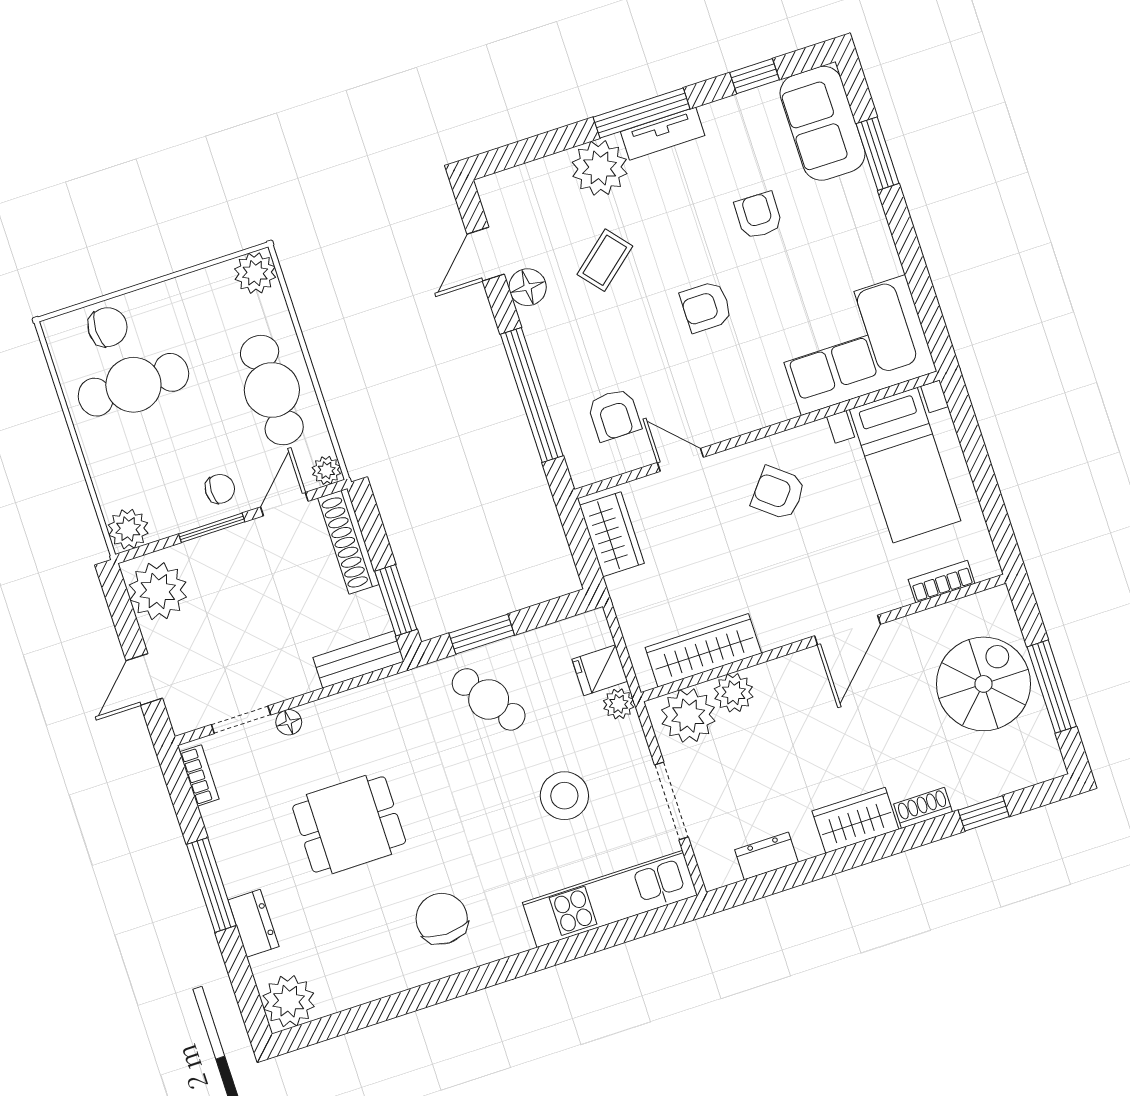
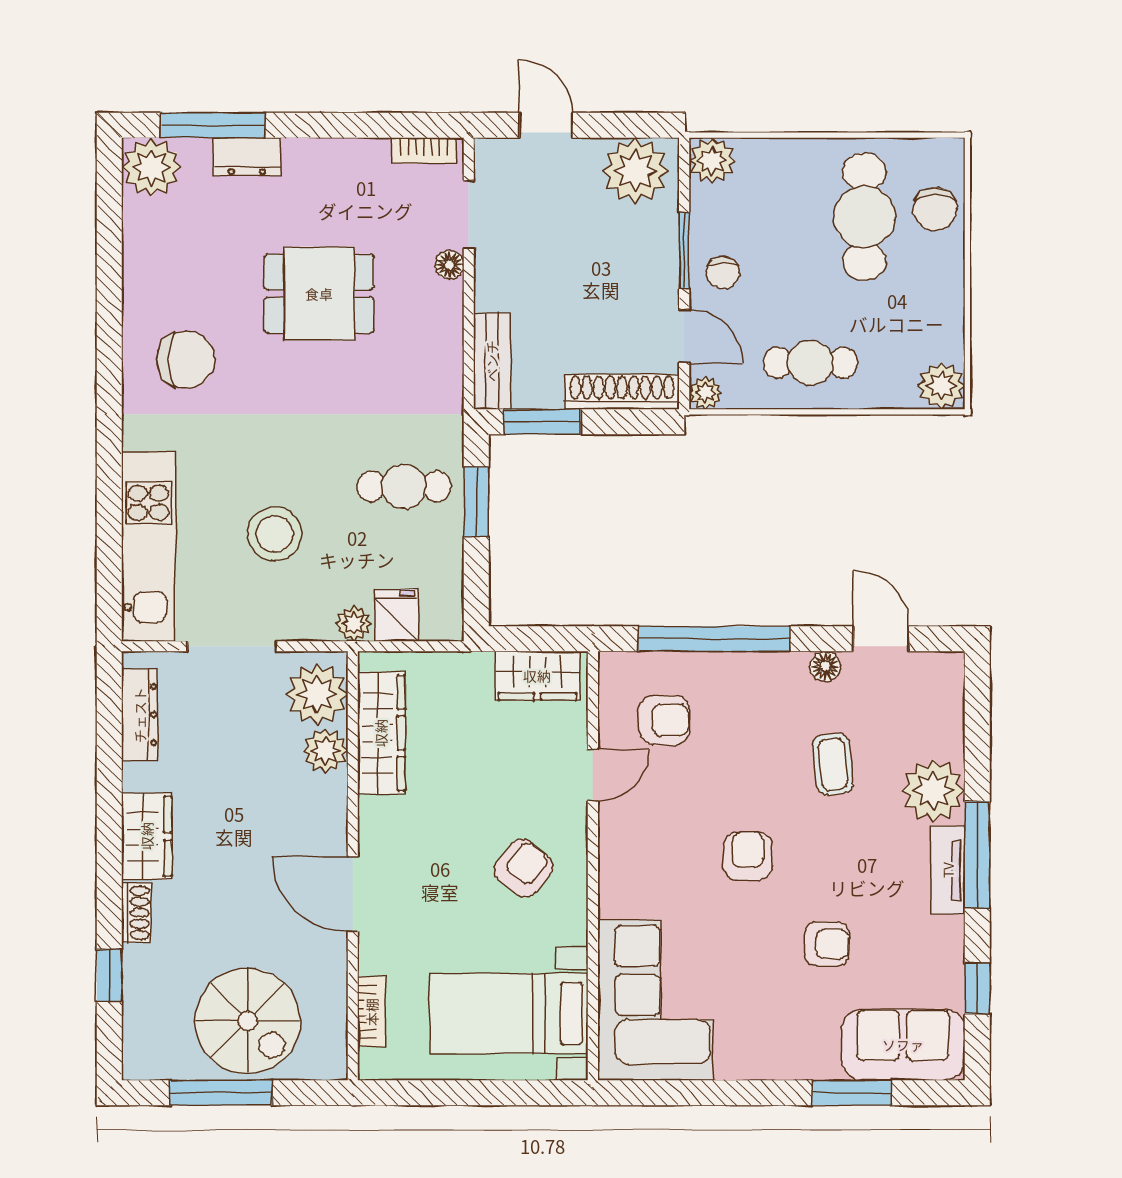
coffee table: (605, 260) -> (833, 764), turned 34
floor lamp: (528, 287) -> (825, 666), width x0.73, depth x0.73
cafe table: (272, 390) -> (810, 363), width x0.73, depth x0.74
armchair: (614, 415) -> (664, 720), turned 180
cafe table: (489, 699) -> (404, 486), turned 35
dining table: (349, 824) -> (319, 294), turned 90
dresser: (766, 856) -> (140, 715), width x1.44
window: (211, 885) -> (213, 125), moved

